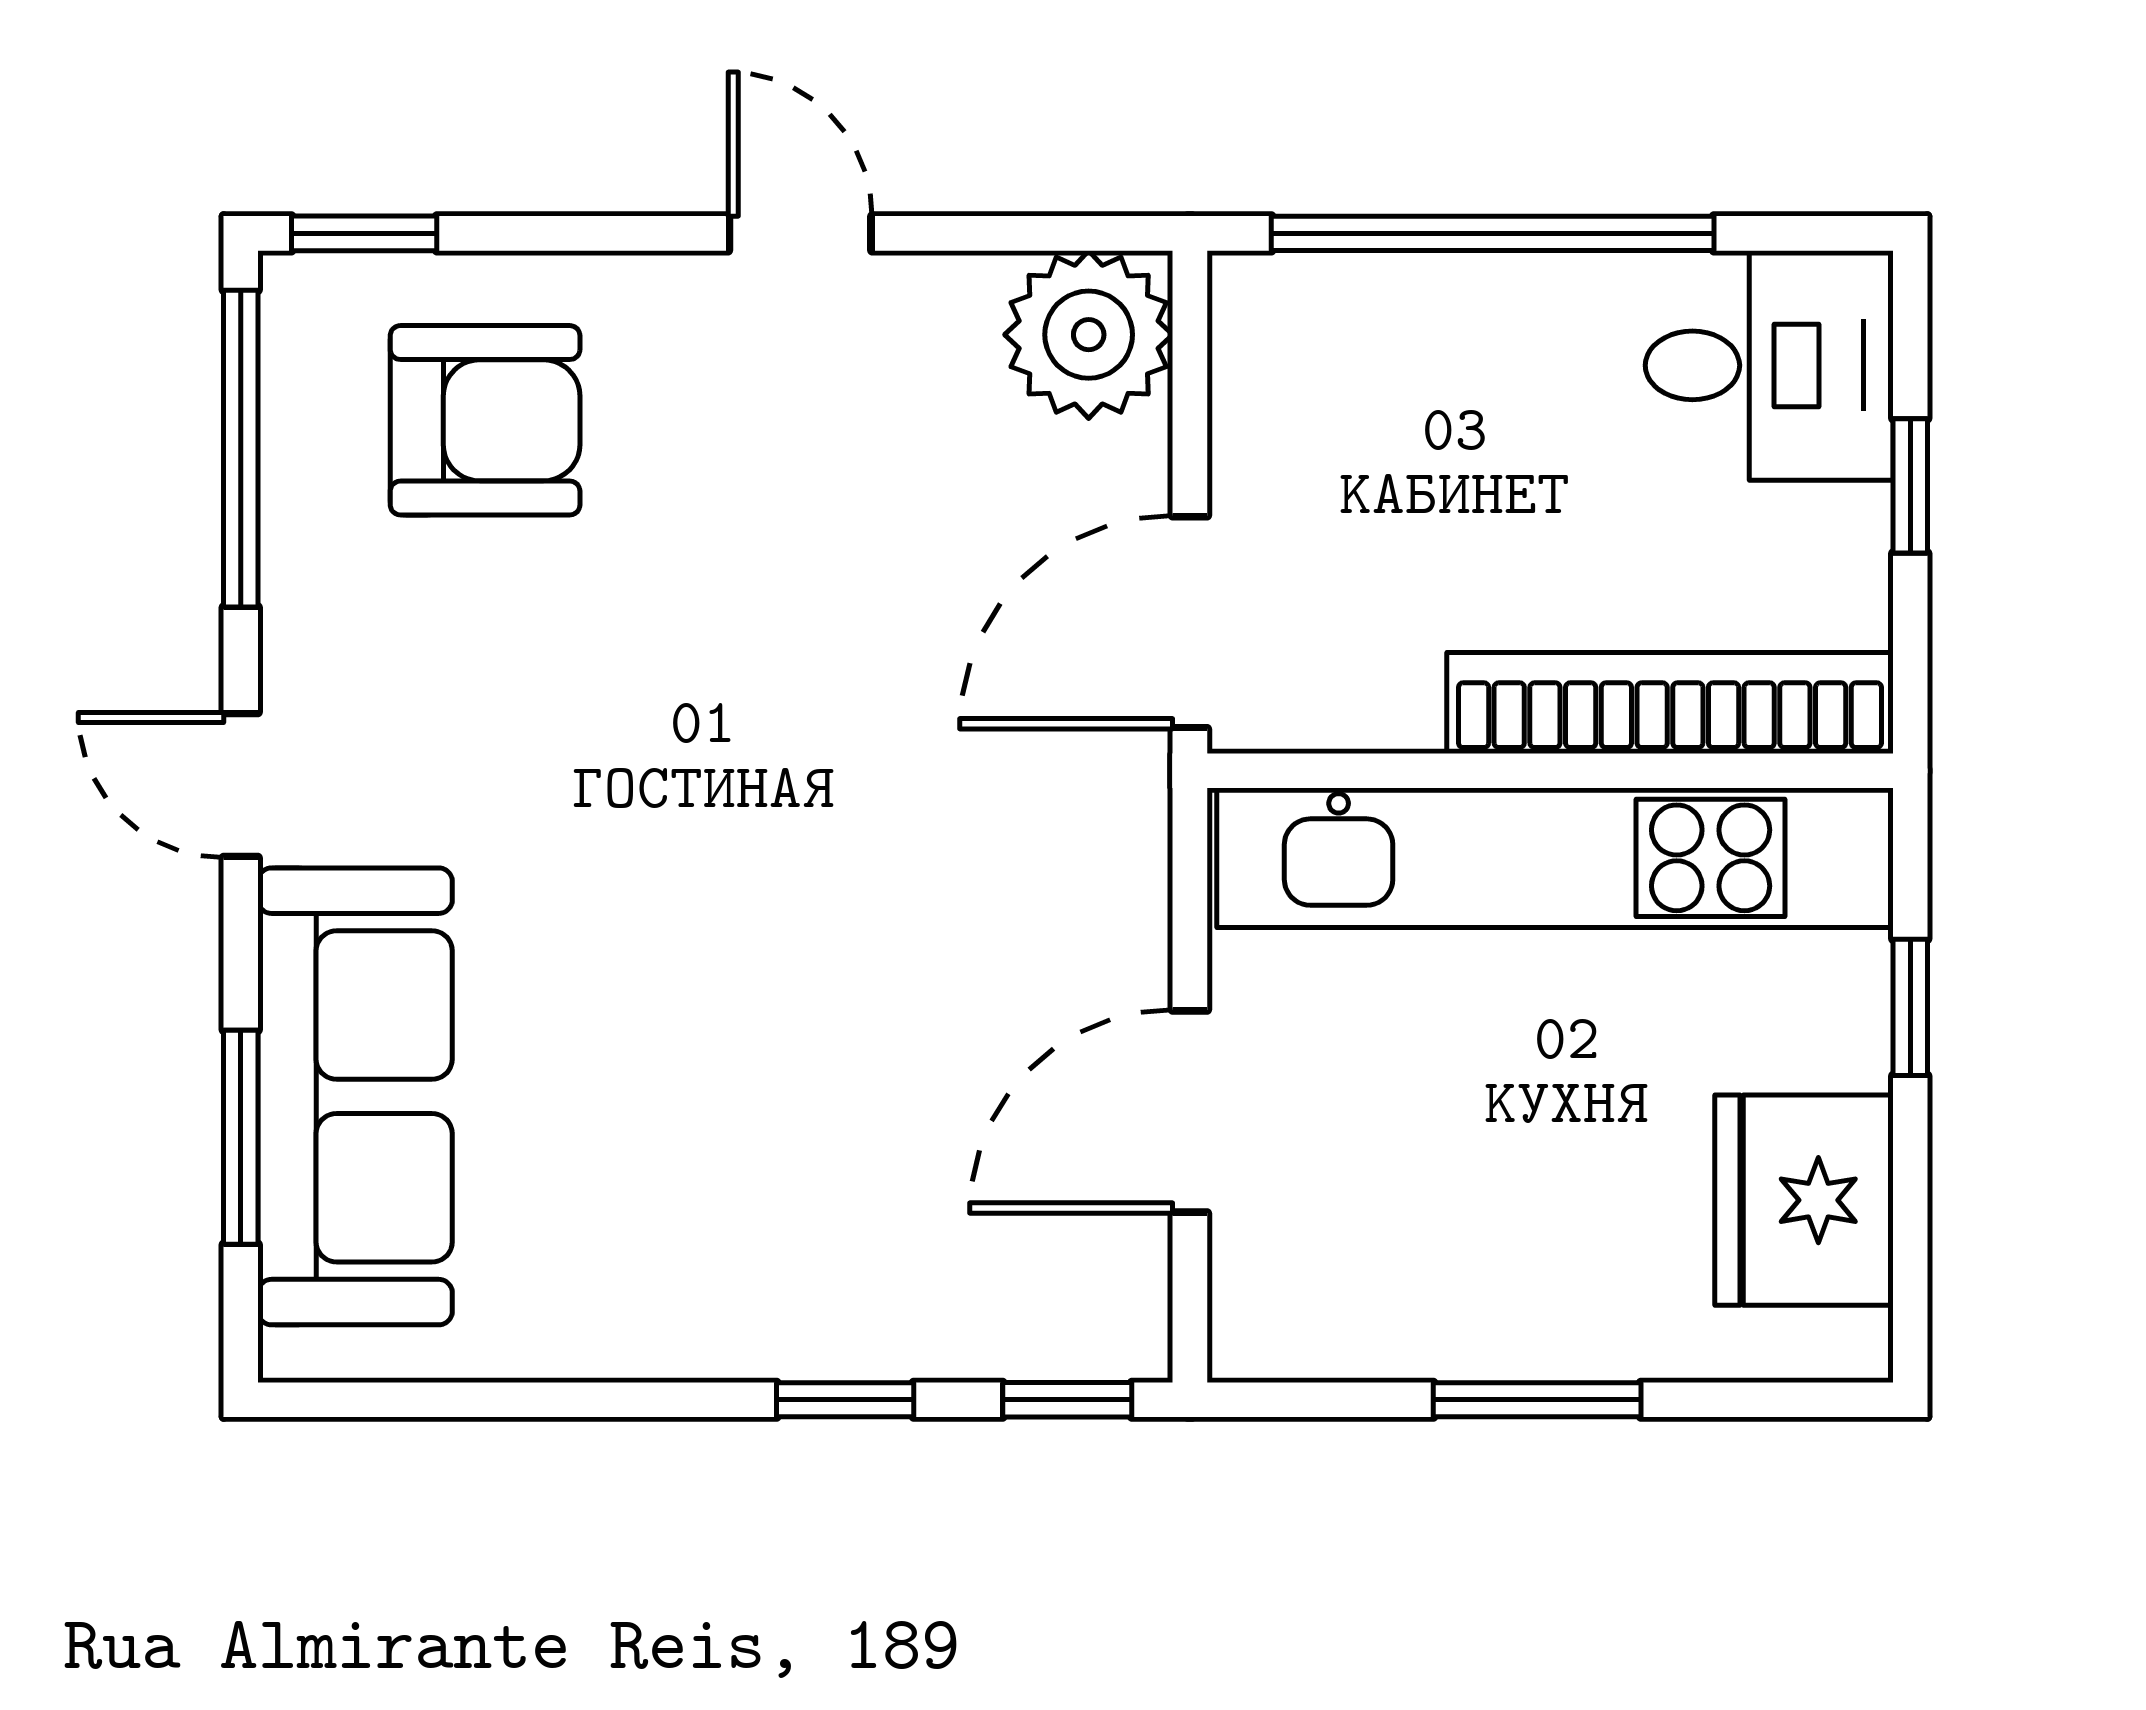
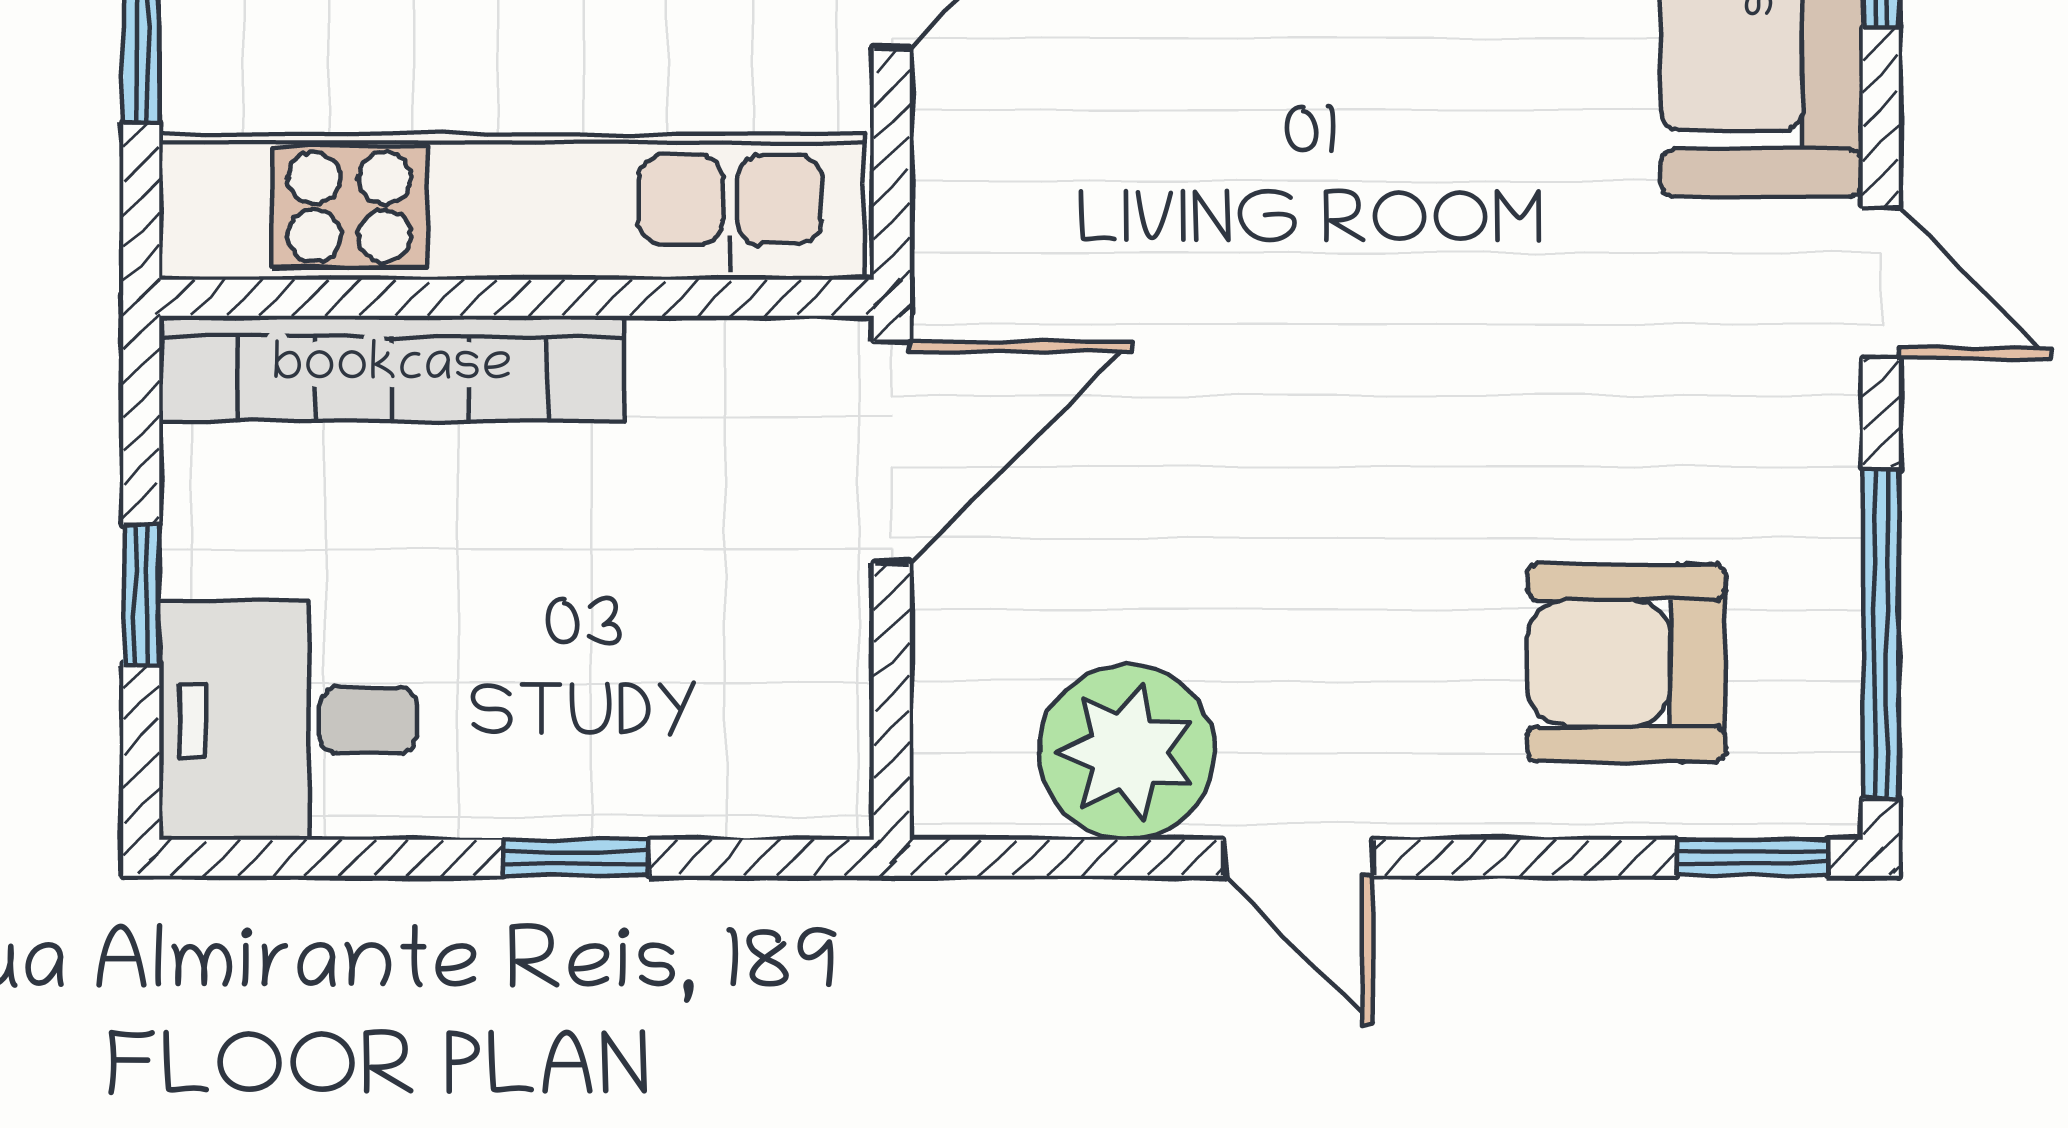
window: (1493, 233) -> (576, 858), width x0.32
plant: (1089, 335) -> (1127, 752), moved

